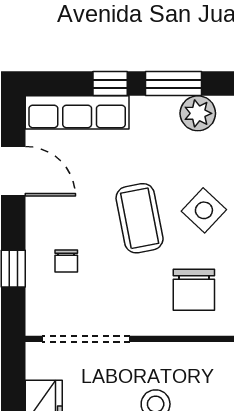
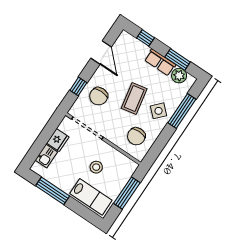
window: (110, 84) -> (145, 38), moved
row of seats: (77, 112) -> (160, 62), moved, width x0.68
chair: (66, 261) -> (99, 96), width x1.87, depth x1.87

